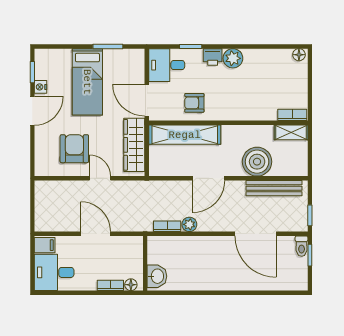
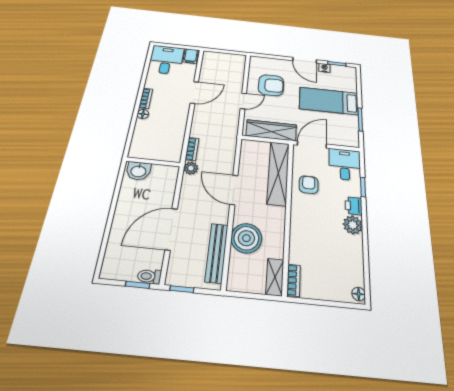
wall: (145, 263) -> (153, 162), moved
washbasin: (157, 276) -> (138, 171), moved

